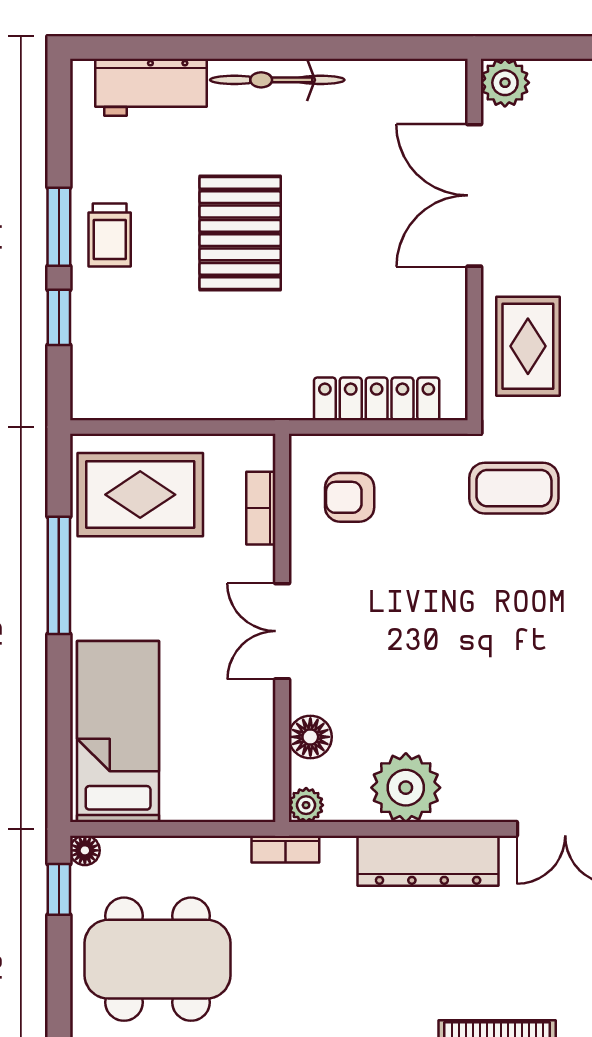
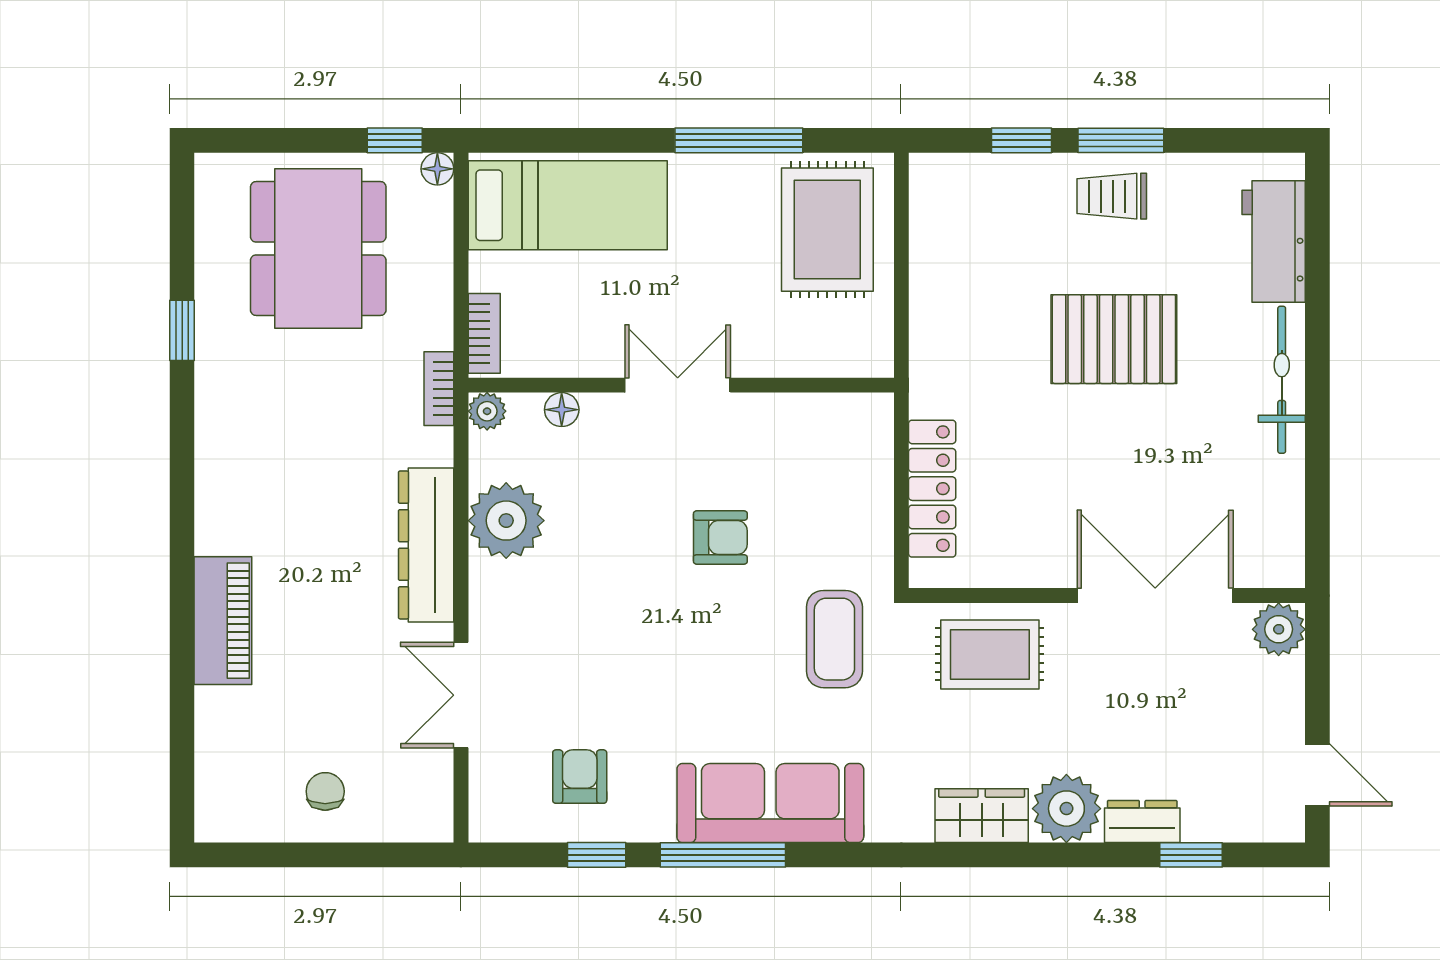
armchair: (350, 497) -> (720, 537), moved, turned 90
bookcase: (261, 508) -> (484, 333), moved, turned 90
floor lamp: (310, 737) -> (562, 410), width x0.73, depth x0.73

